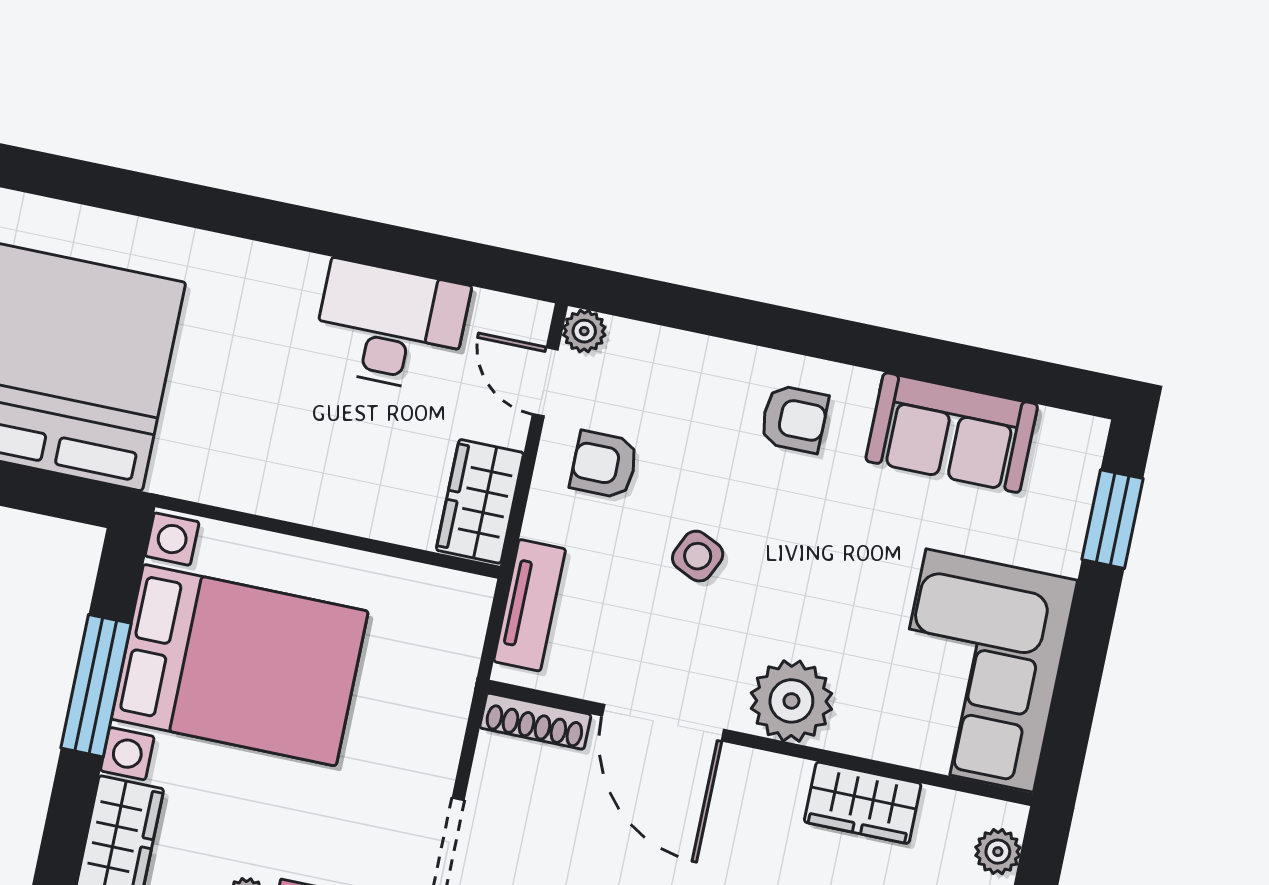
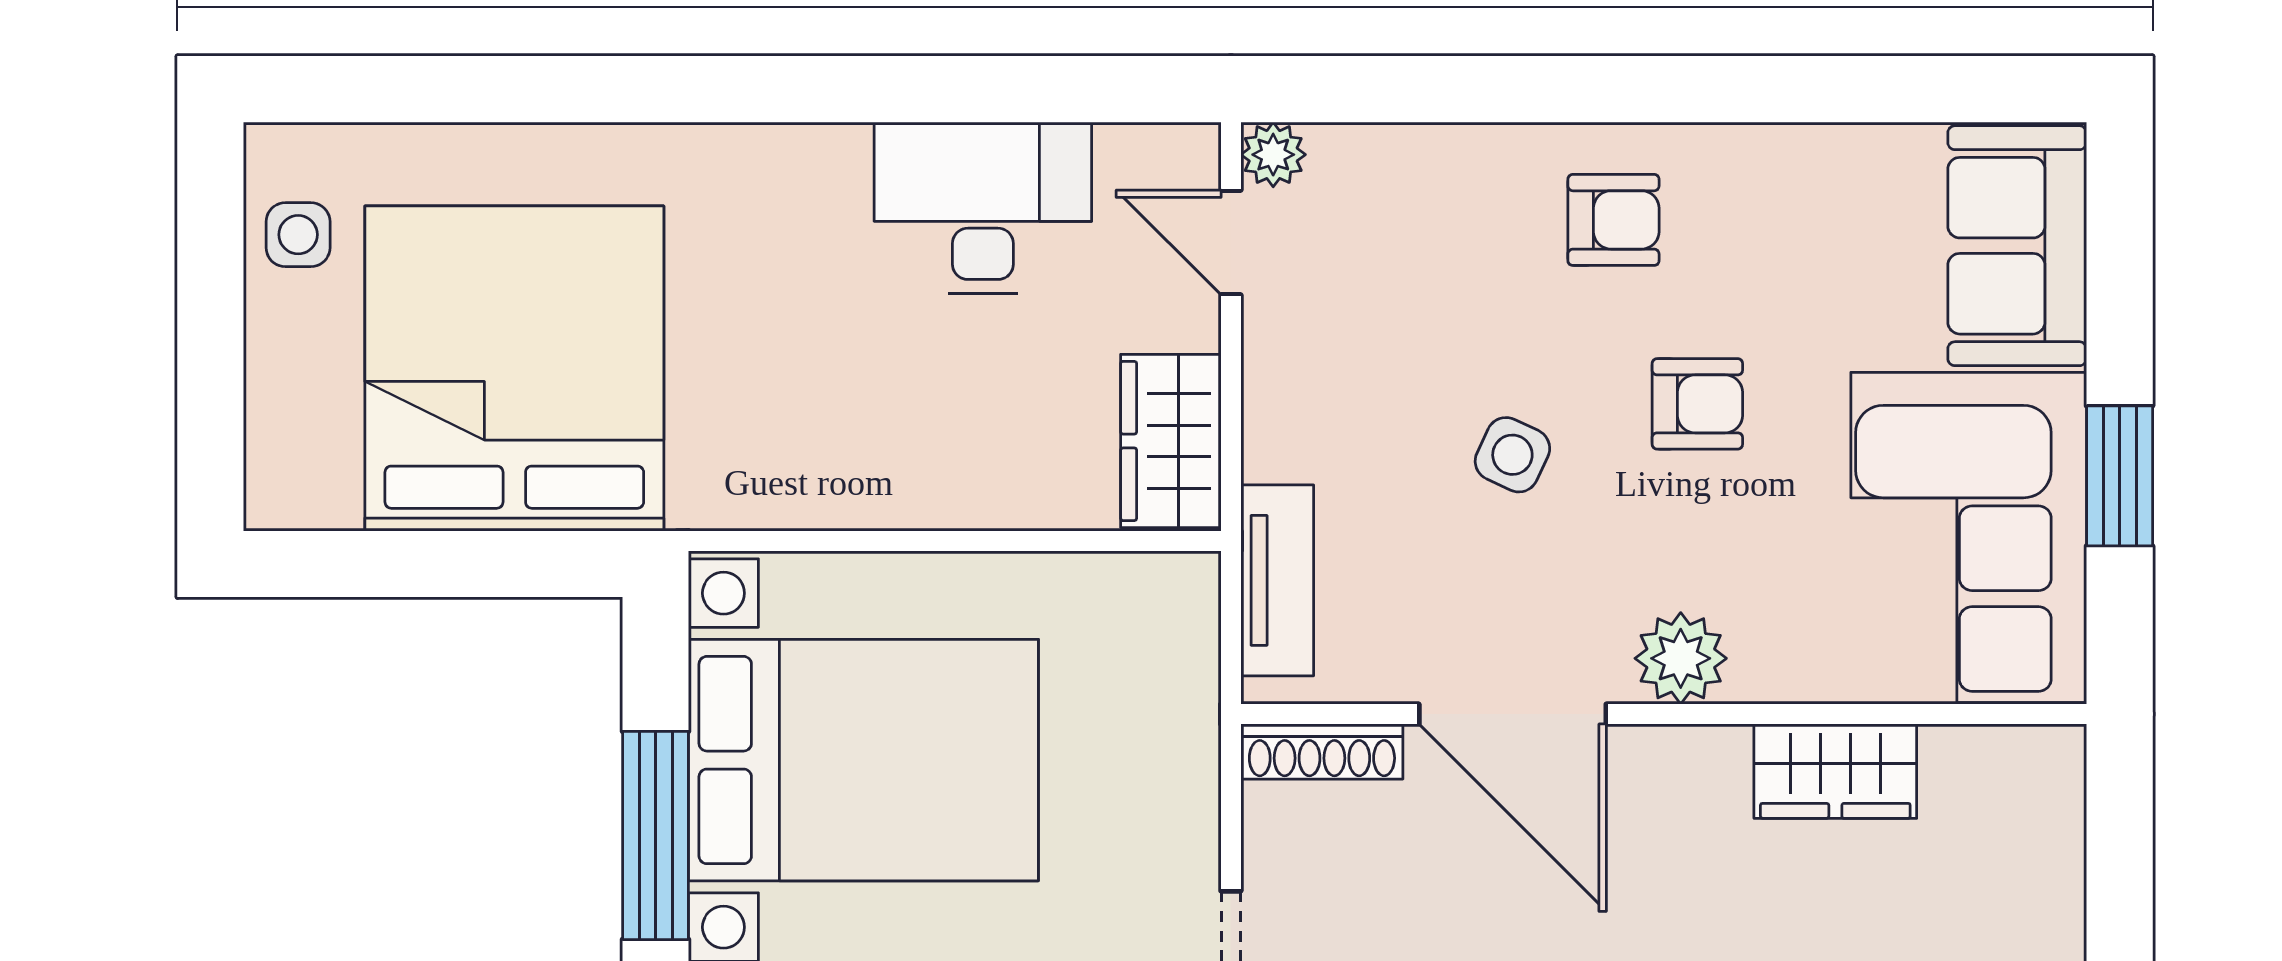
sofa: (952, 433) -> (2017, 246), moved, turned 90
armchair: (604, 465) -> (1697, 404), moved, turned 180
window: (1112, 519) -> (2120, 476), moved
plant: (791, 701) -> (1681, 658), width x0.73, depth x0.73
plant: (998, 852) -> (2052, 802), removed

